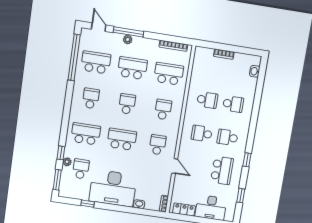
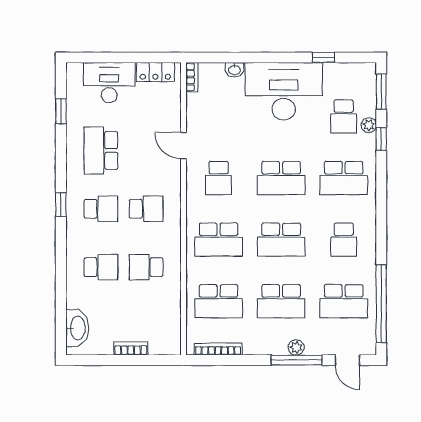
washbasin: (255, 71) -> (77, 328), width x1.91, depth x1.45
school desk: (127, 104) -> (281, 240), width x1.85
school desk: (233, 104) -> (101, 267), turned 180
school desk: (163, 109) -> (219, 240), width x1.85
window: (247, 160) -> (61, 205), moved

